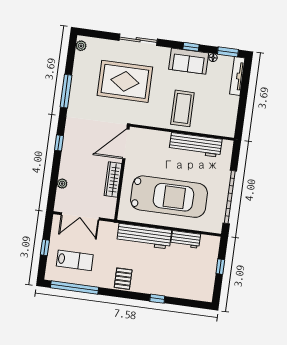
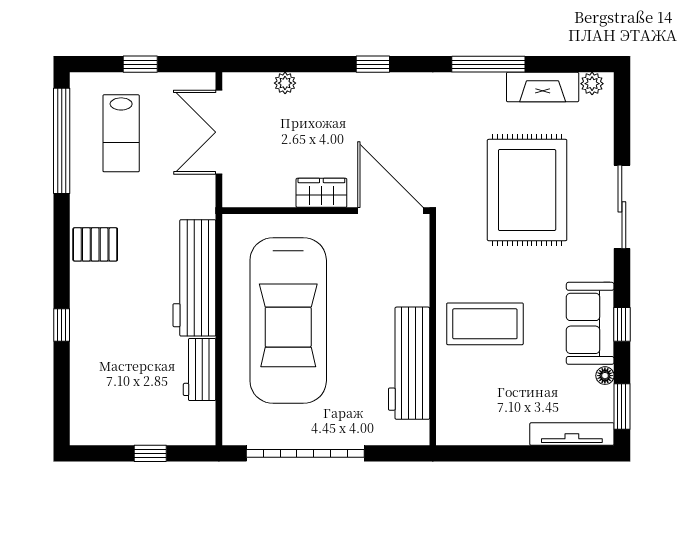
fireplace: (80, 68) -> (543, 87), added
wardrobe: (113, 180) -> (321, 193), width x0.67

